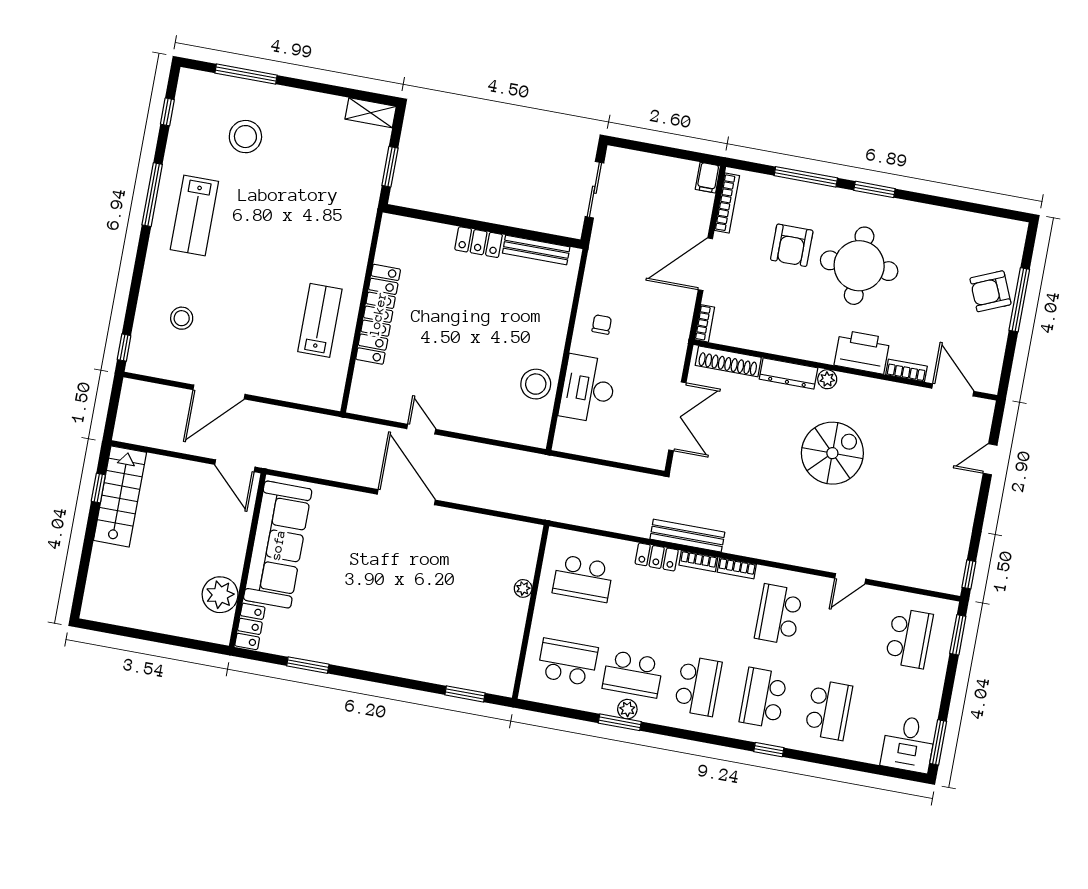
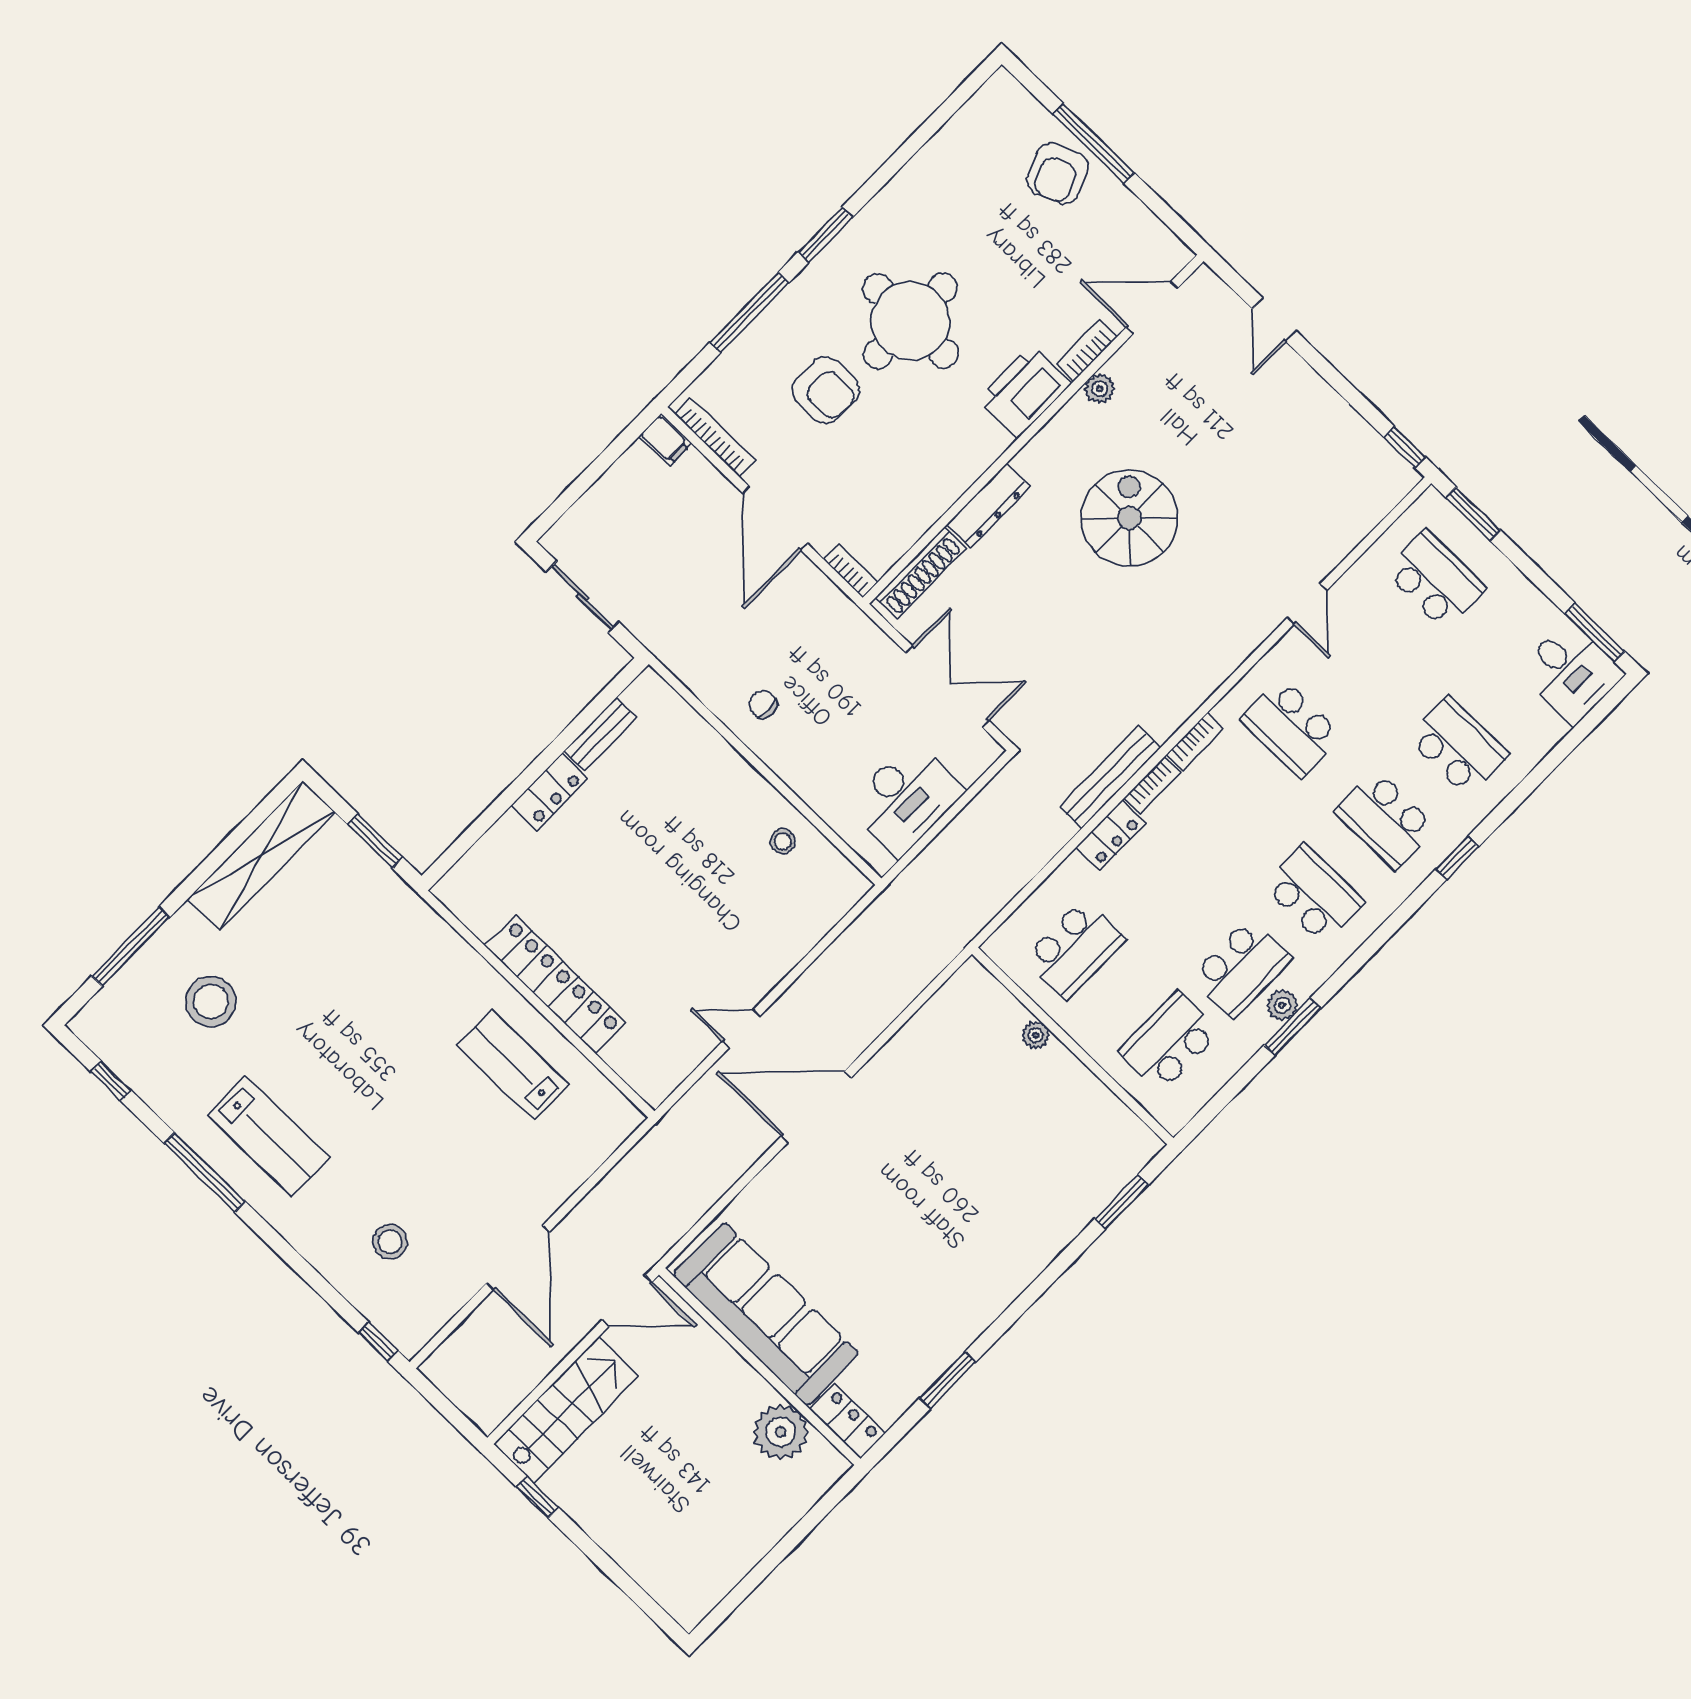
shelving: (371, 113) -> (261, 855), width x2.20, depth x1.33
bench: (536, 250) -> (600, 734), width x0.73
plant: (827, 379) -> (1100, 389), moved
stool: (536, 384) -> (783, 841), width x0.53, depth x0.53
desk: (588, 389) -> (906, 798), moved, turned -90
stairs: (120, 496) -> (566, 1410), moved, turned 90

